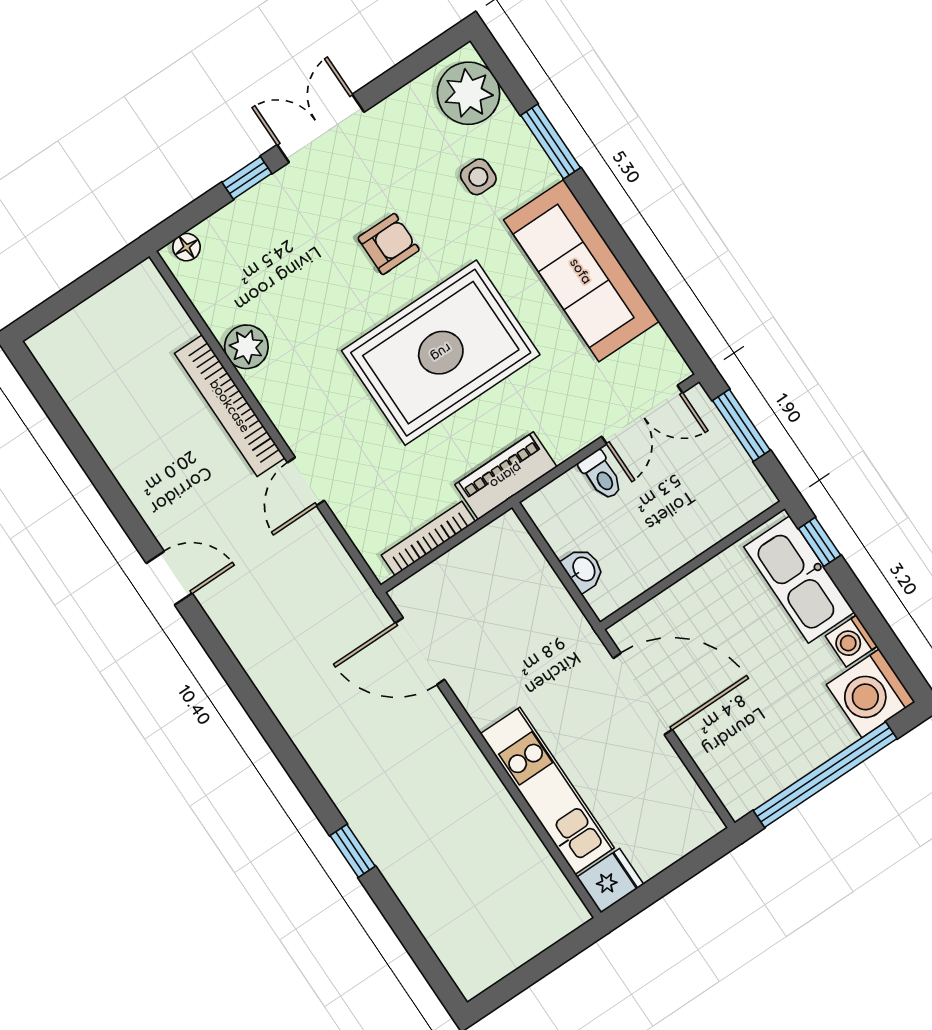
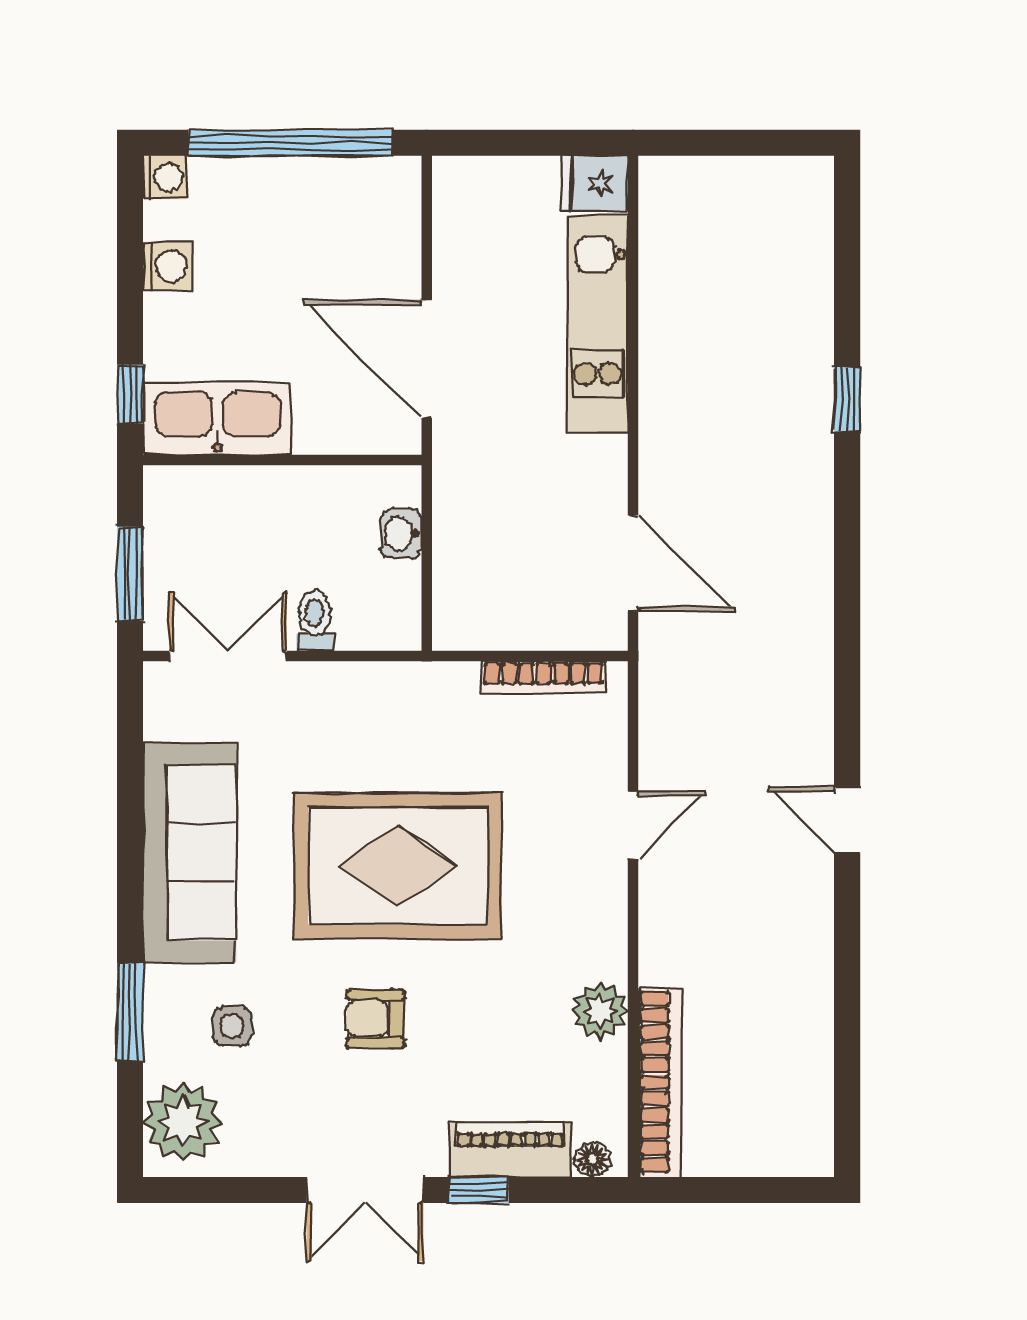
bookcase: (230, 406) -> (660, 1082), moved
piano: (506, 476) -> (510, 1150), moved, turned 180
kitchen sink: (799, 579) -> (217, 419), moved, turned -90
washing machine: (871, 693) -> (165, 177), width x0.53, depth x0.53

